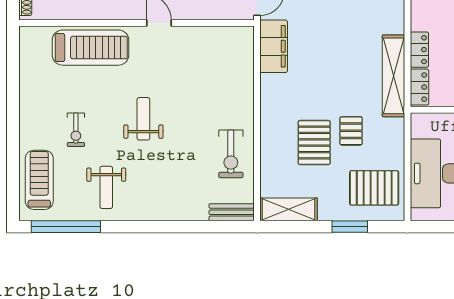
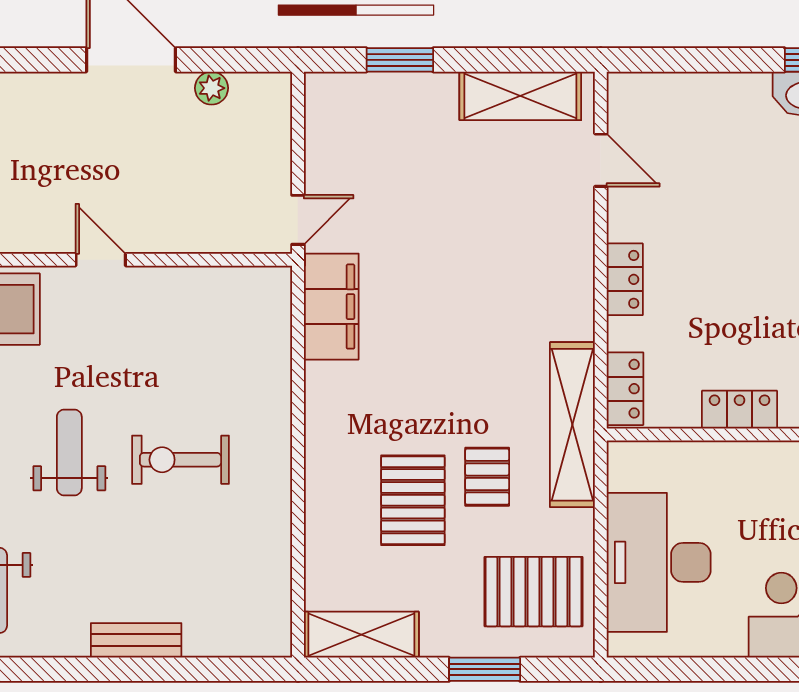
locker: (419, 50) -> (625, 279), moved
shelving: (393, 76) -> (572, 425), moved
exercise bike: (231, 154) -> (180, 460), moved, turned 90
bench: (232, 212) -> (136, 640), moved

